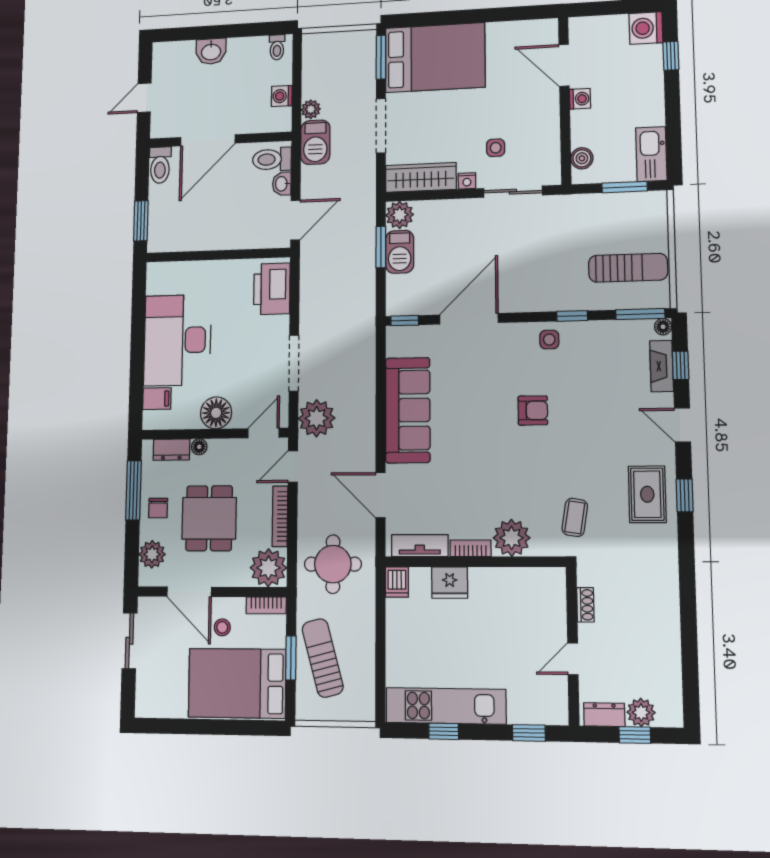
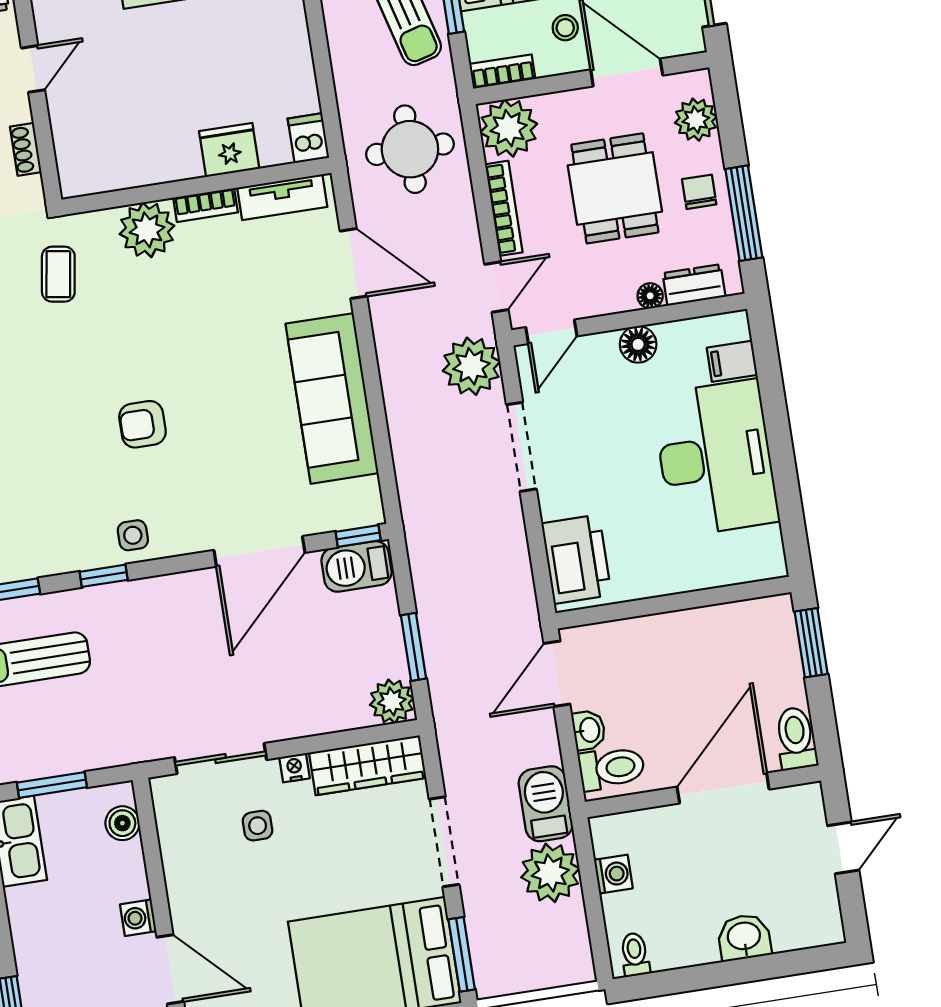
plant: (311, 109) -> (550, 873), width x1.87, depth x1.87
barbecue: (400, 252) -> (356, 566), moved, turned -90
floor lamp: (216, 413) -> (638, 344), width x0.73, depth x0.73

